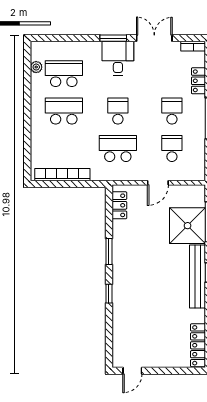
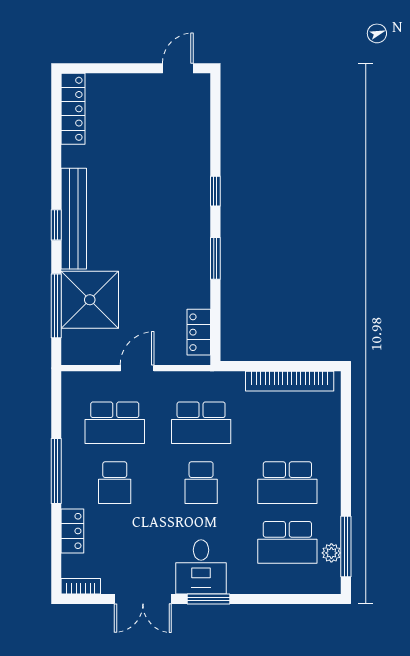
window: (27, 71) -> (346, 547), added
school desk: (172, 149) -> (115, 423), width x1.85

